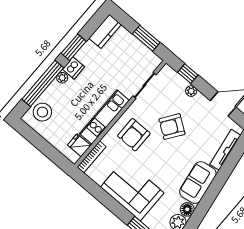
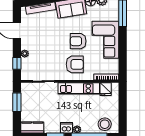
armchair: (172, 127) -> (78, 41), moved, turned 145

